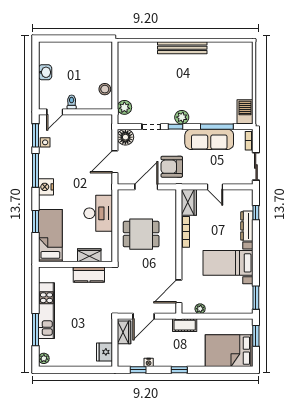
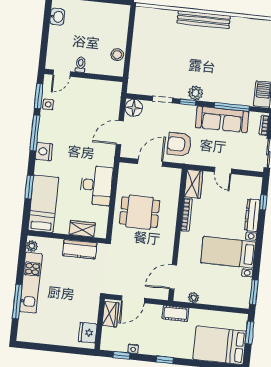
washbasin: (45, 72) -> (57, 17), moved
plant: (124, 107) -> (136, 76), removed
plant: (44, 358) -> (32, 246), moved

